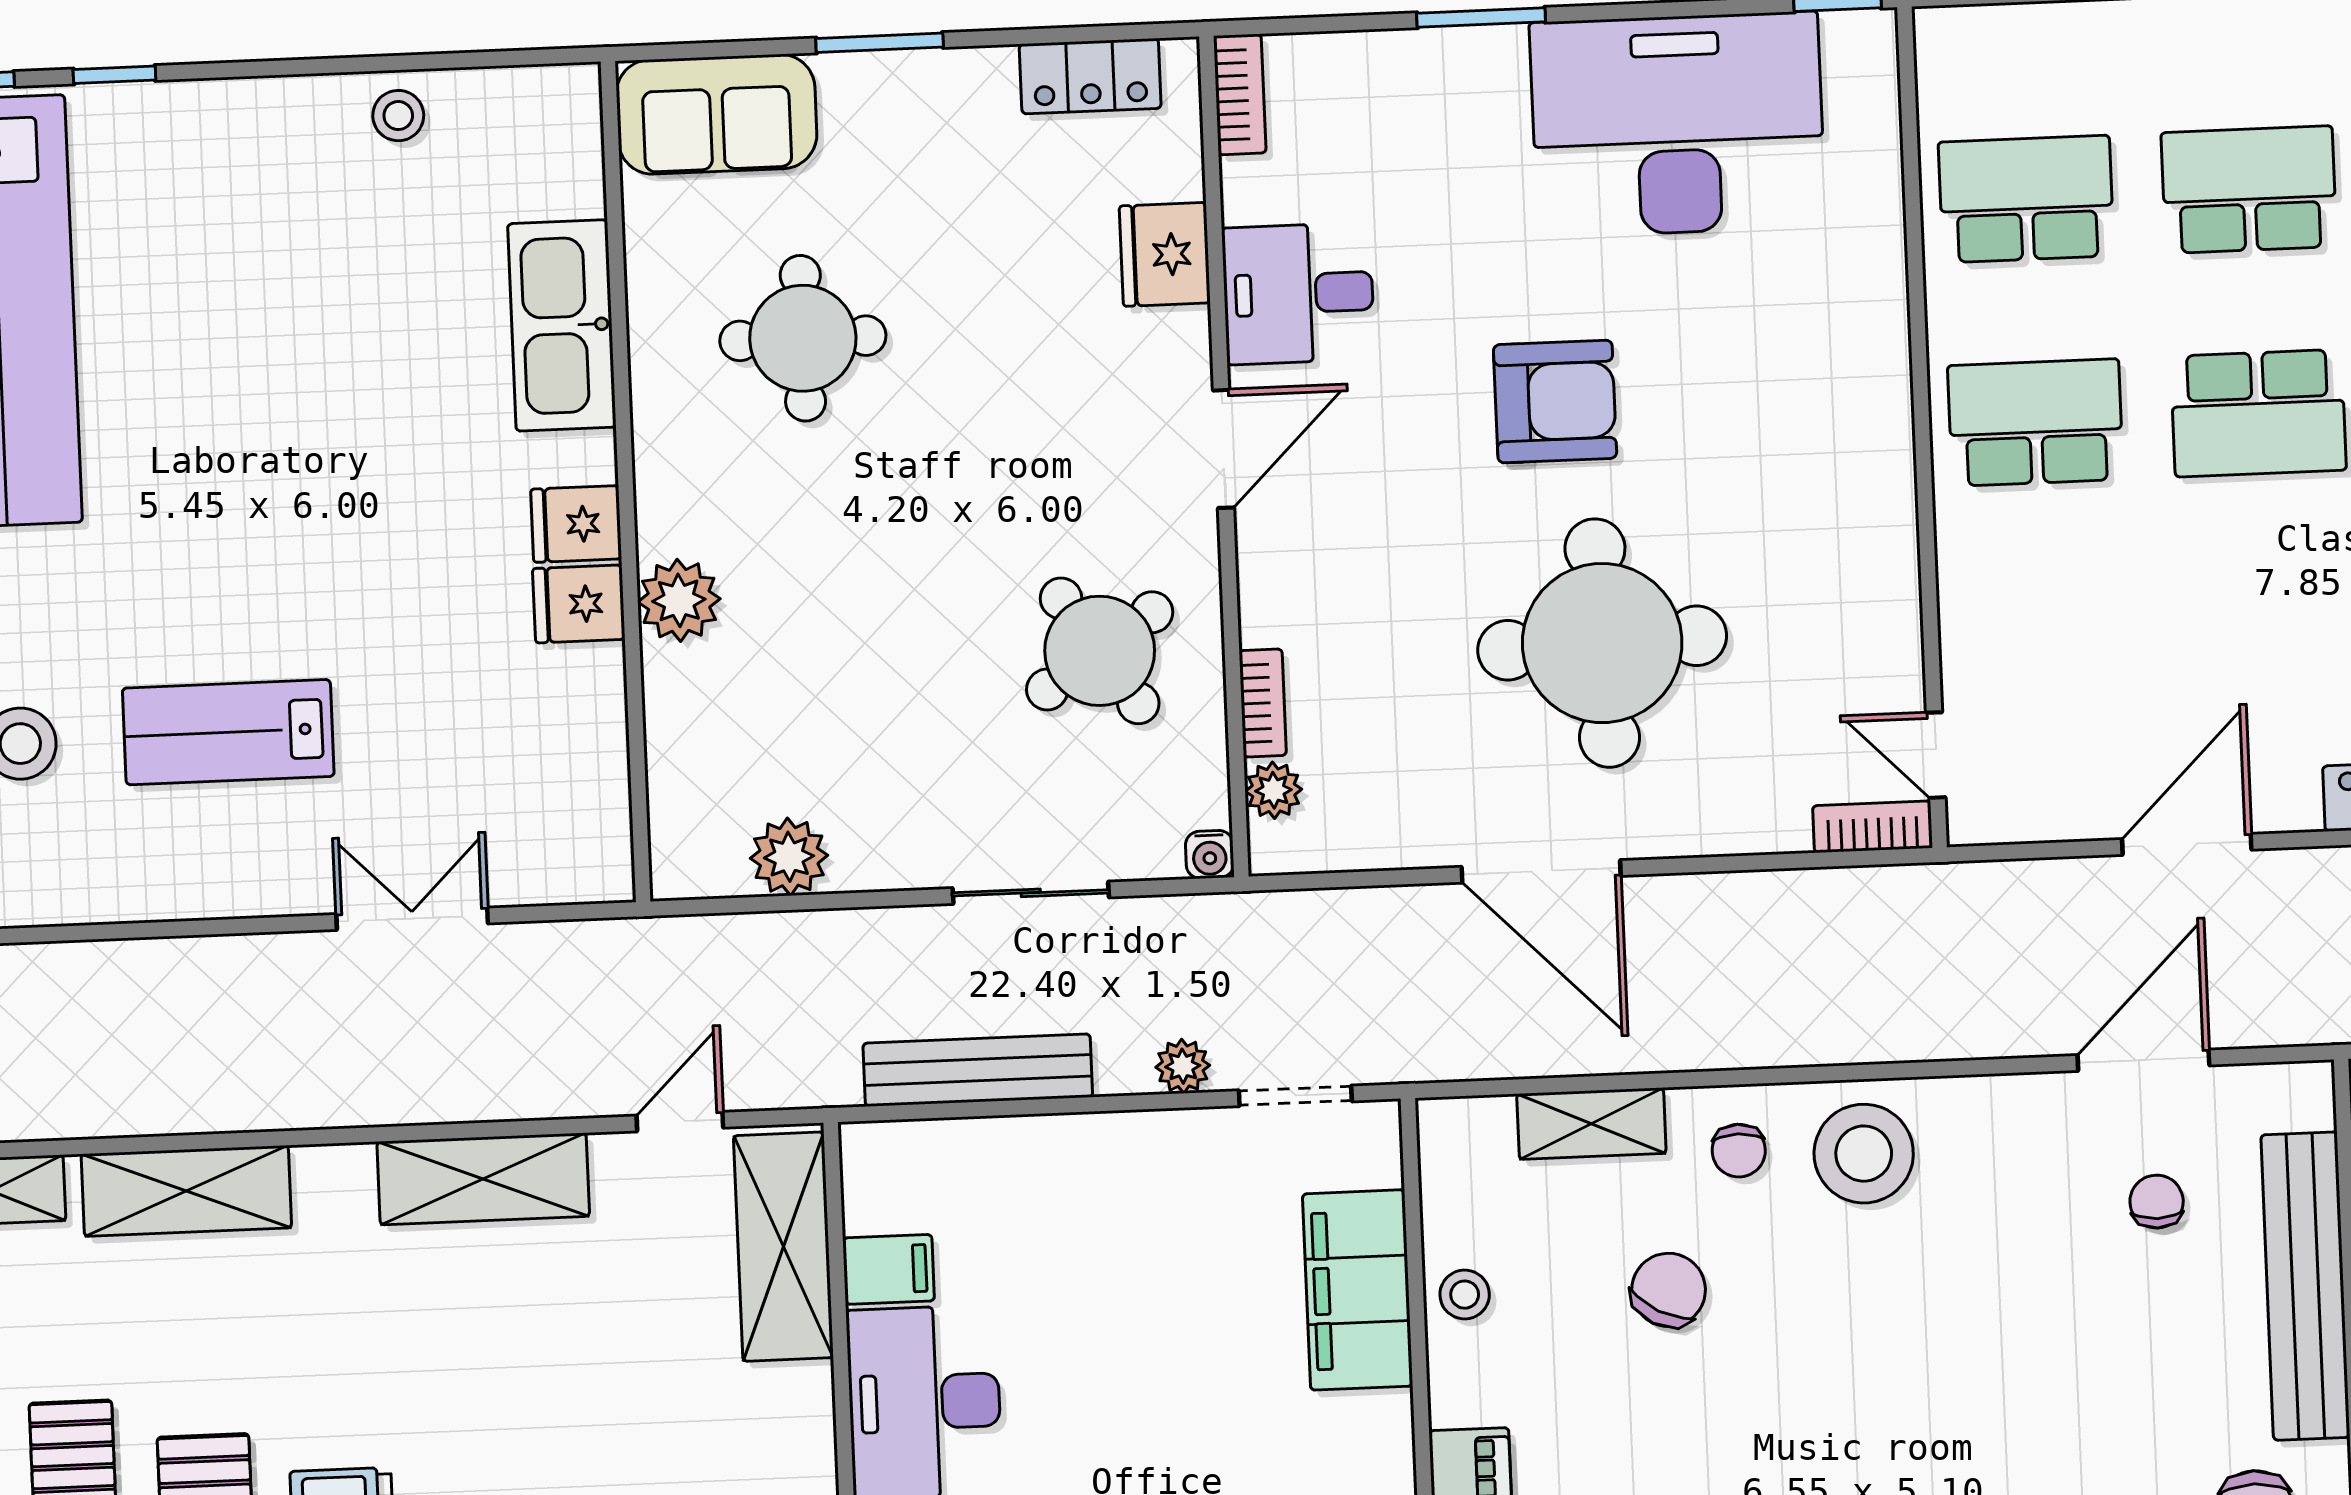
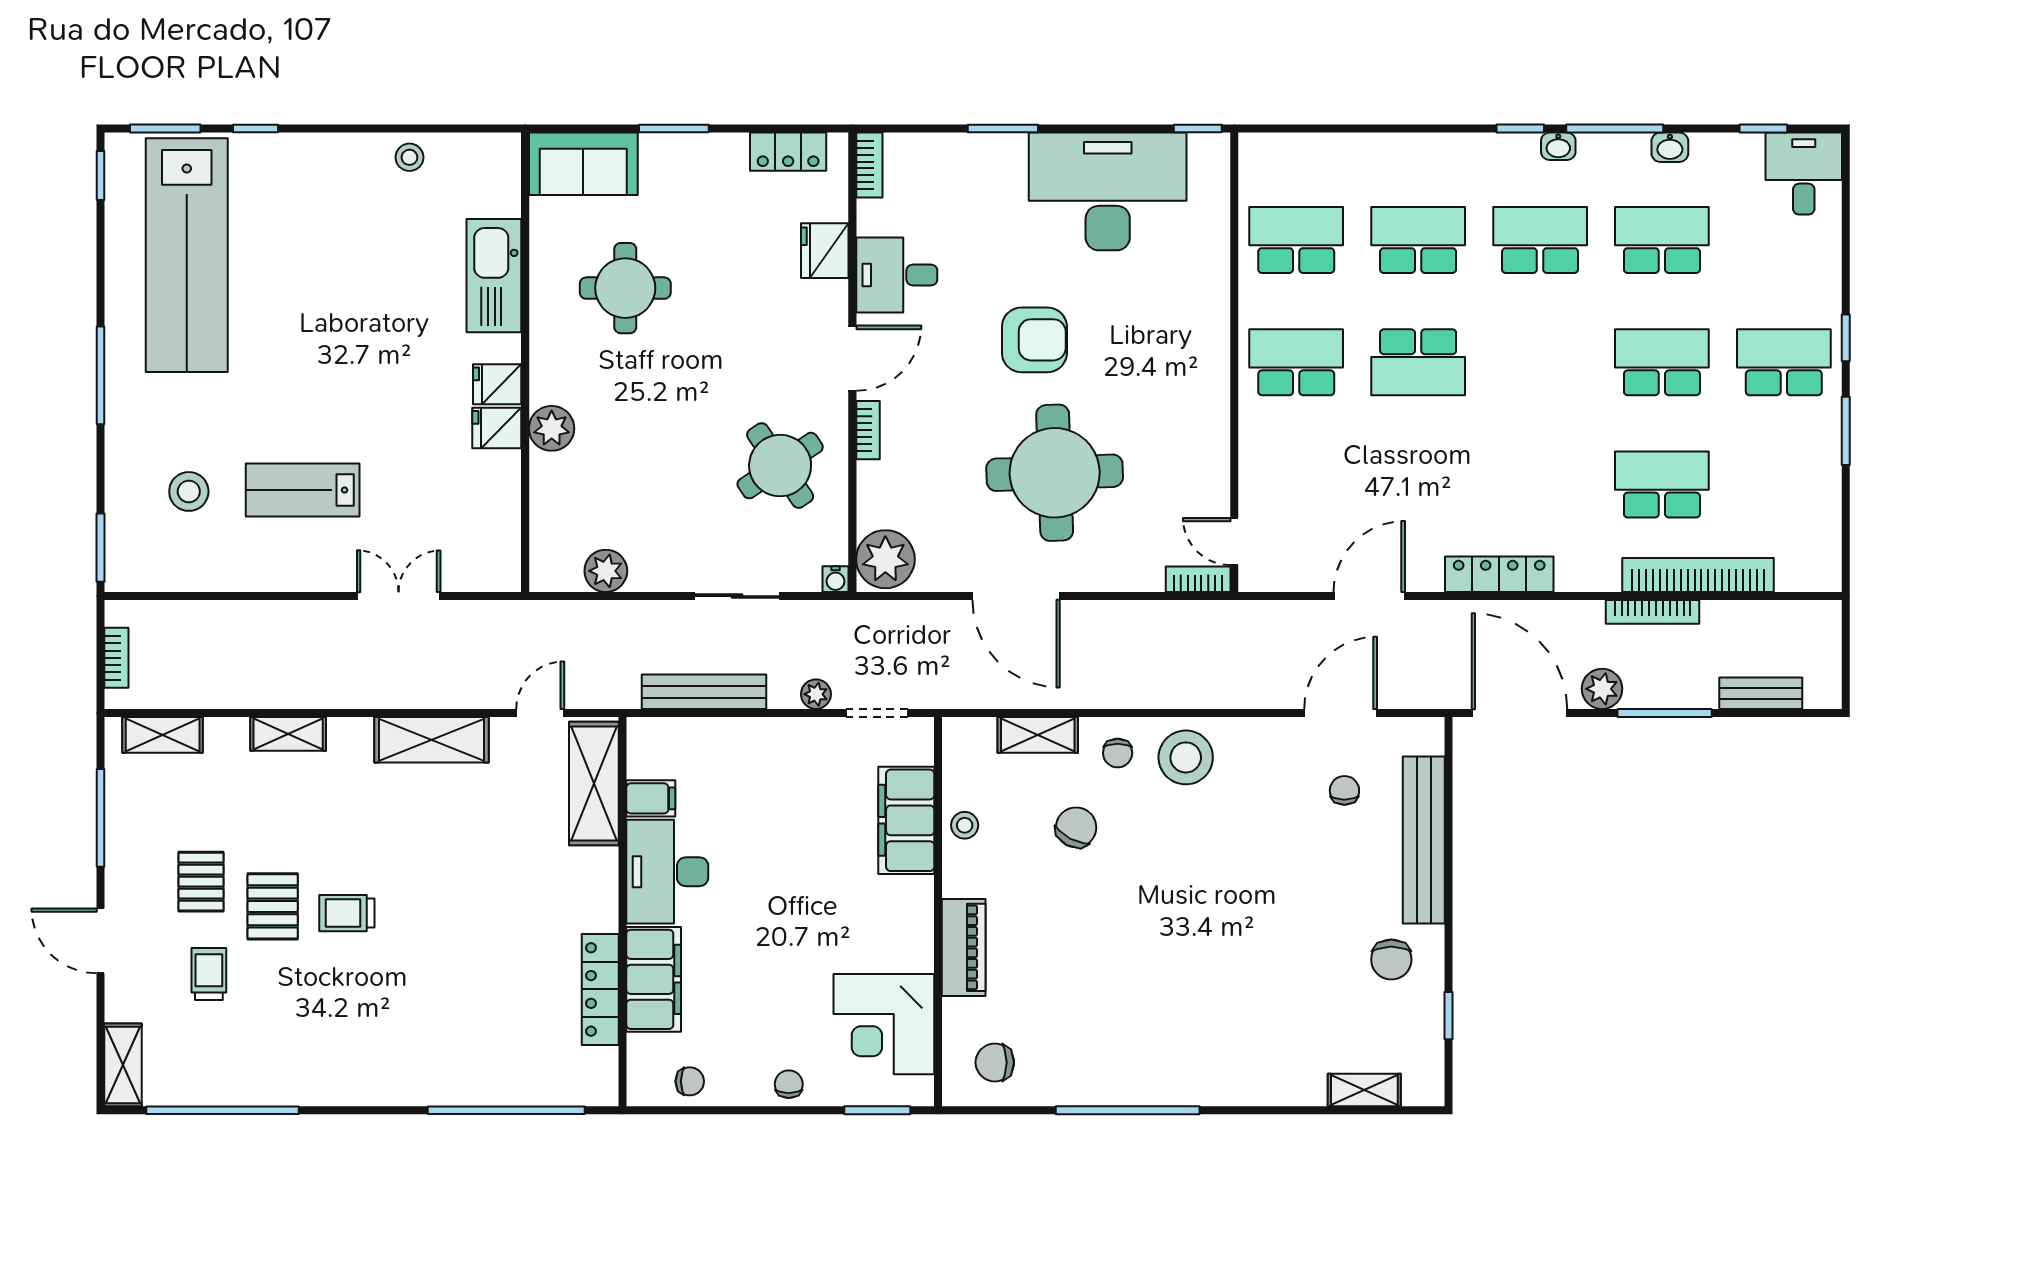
bookcase: (1263, 703) -> (868, 430), moved
plant: (1273, 790) -> (885, 559), width x1.88, depth x1.88
shelving: (186, 1191) -> (288, 734), width x0.67, depth x0.75

